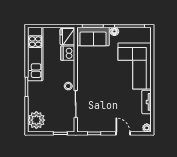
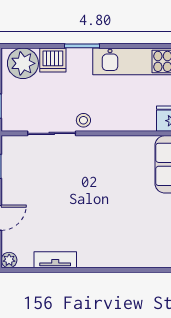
dishwasher: (68, 53) -> (53, 60), moved, turned 180
corner sofa: (135, 66) -> (119, 238), removed

